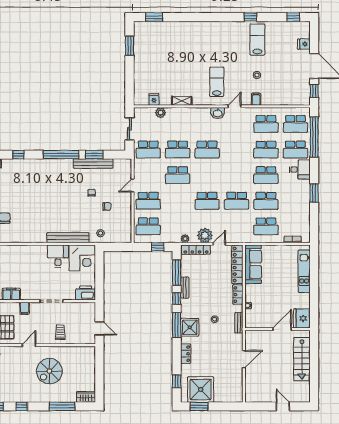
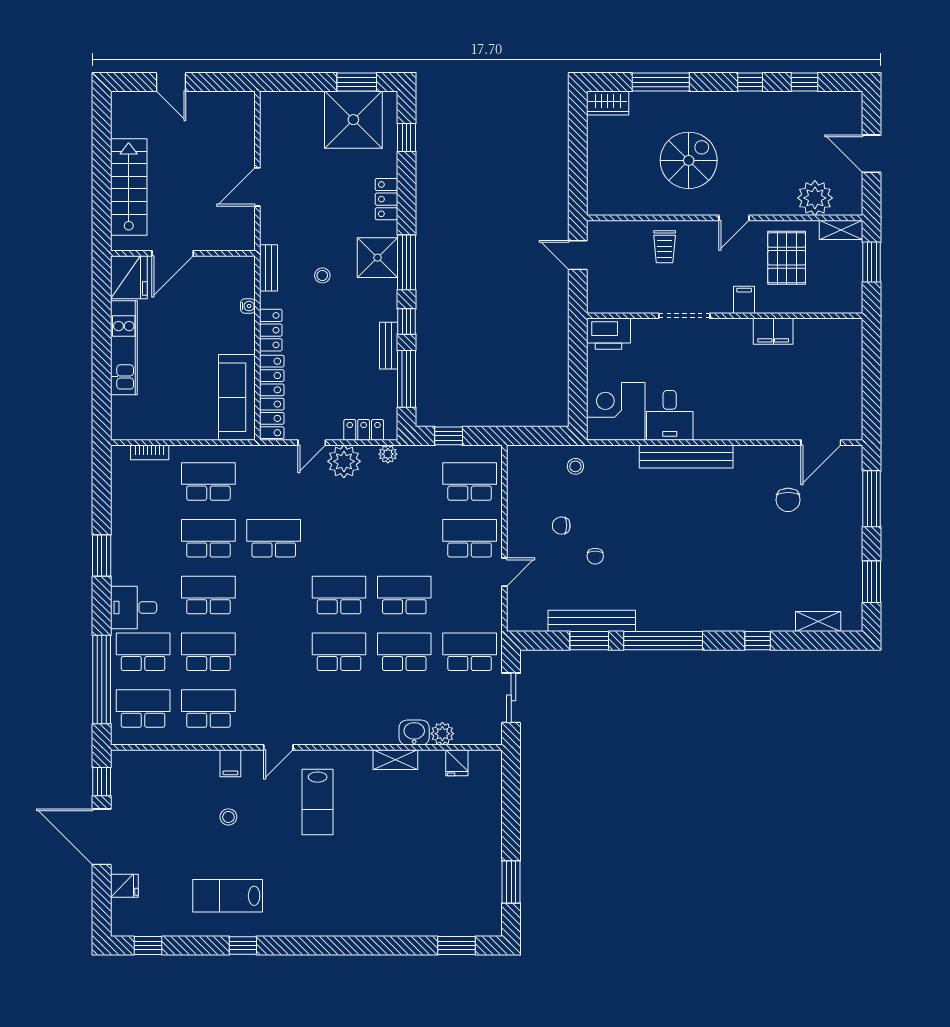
lab bench: (257, 40) -> (228, 896), turned 90
washbasin: (218, 113) -> (414, 733), moved
school desk: (207, 201) -> (339, 595), moved
bench: (68, 238) -> (686, 456), moved
locker: (196, 250) -> (364, 430), width x0.66
kitchen unit: (304, 271) -> (124, 348), moved

